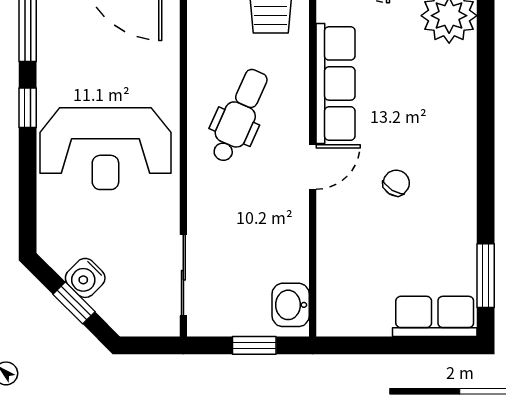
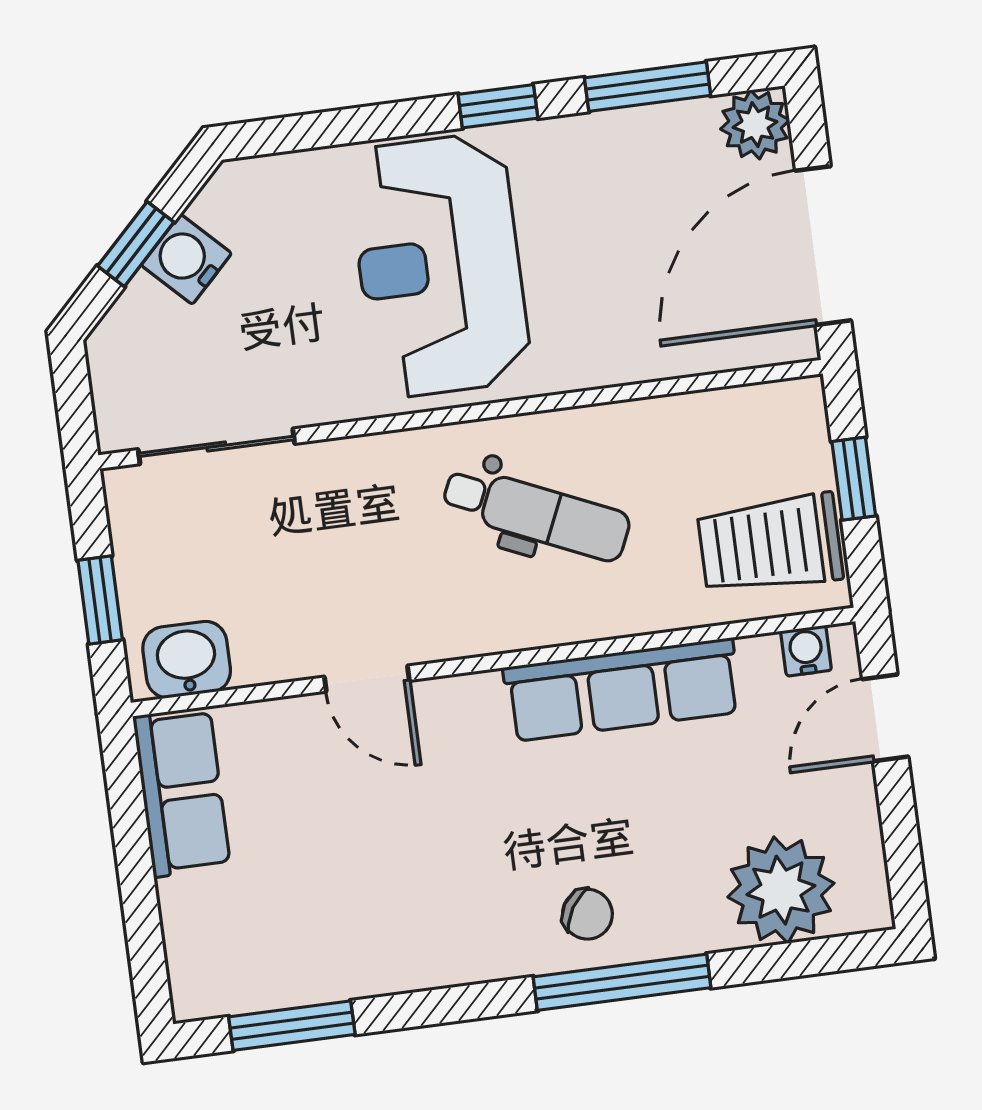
window: (486, 103) -> (622, 982), added
door: (313, 167) -> (367, 679), moved
chair: (396, 183) -> (587, 914), moved
row of seats: (435, 316) -> (182, 792), moved

